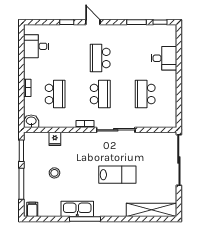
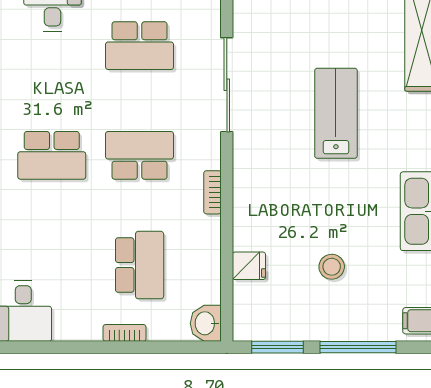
school desk: (55, 94) -> (140, 265), turned 90
sliding door: (116, 130) -> (227, 85), moved

